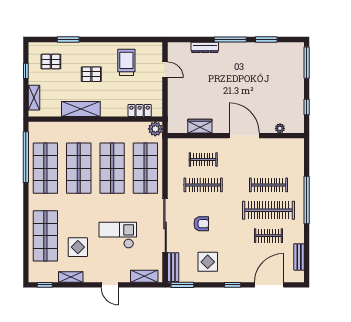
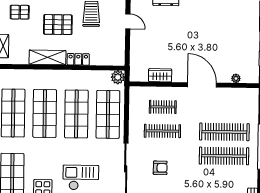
pallet: (91, 74) -> (58, 25), width x1.50, depth x1.42
locker: (140, 111) -> (78, 59), moved
clothes rail: (269, 185) -> (224, 132), width x1.37, depth x1.31
clothes rail: (269, 236) -> (224, 180), removed

